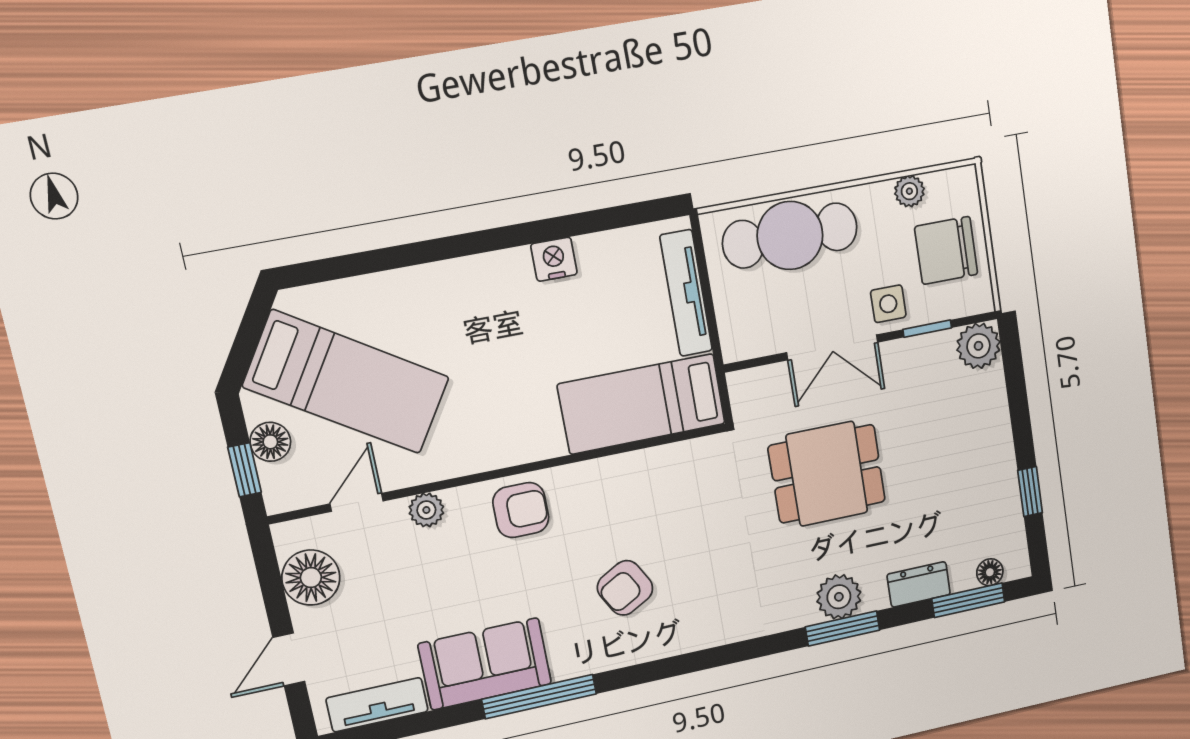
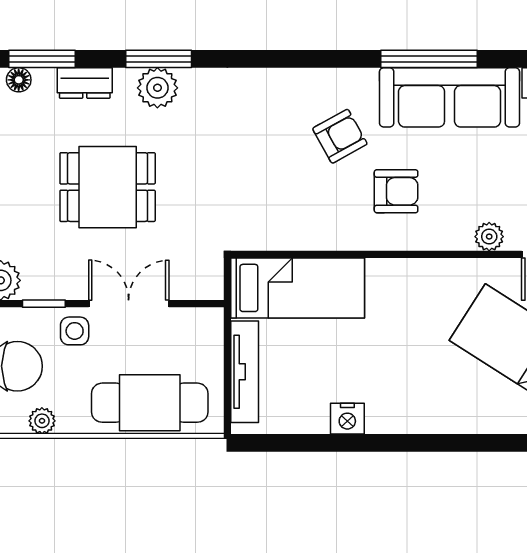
dining table: (827, 474) -> (108, 187), moved
armchair: (521, 510) -> (396, 191), moved, turned 180
sofa: (485, 664) -> (450, 97), width x1.36

